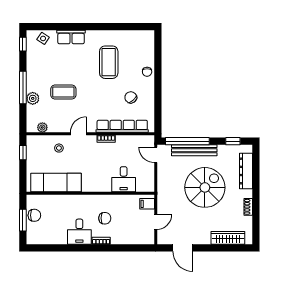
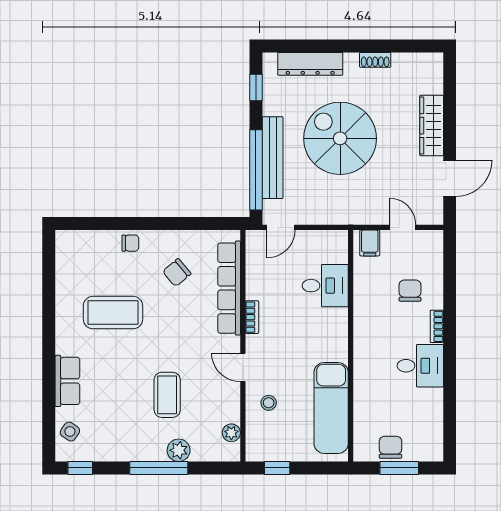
chair: (105, 218) -> (410, 291), moved
wardrobe: (228, 238) -> (432, 126), moved

